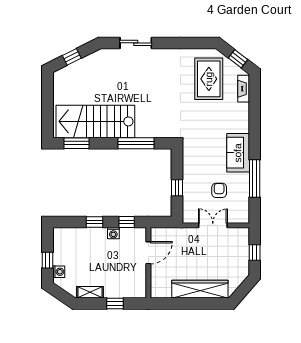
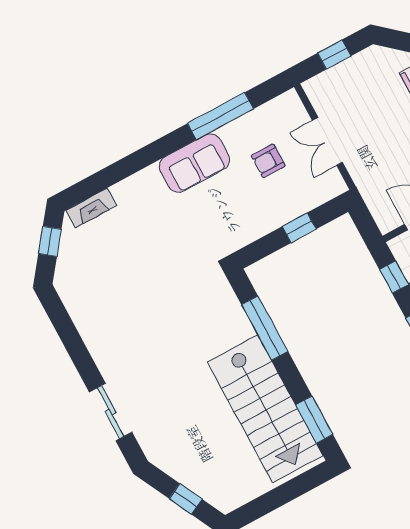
rug: (209, 79) -> (105, 270), removed

